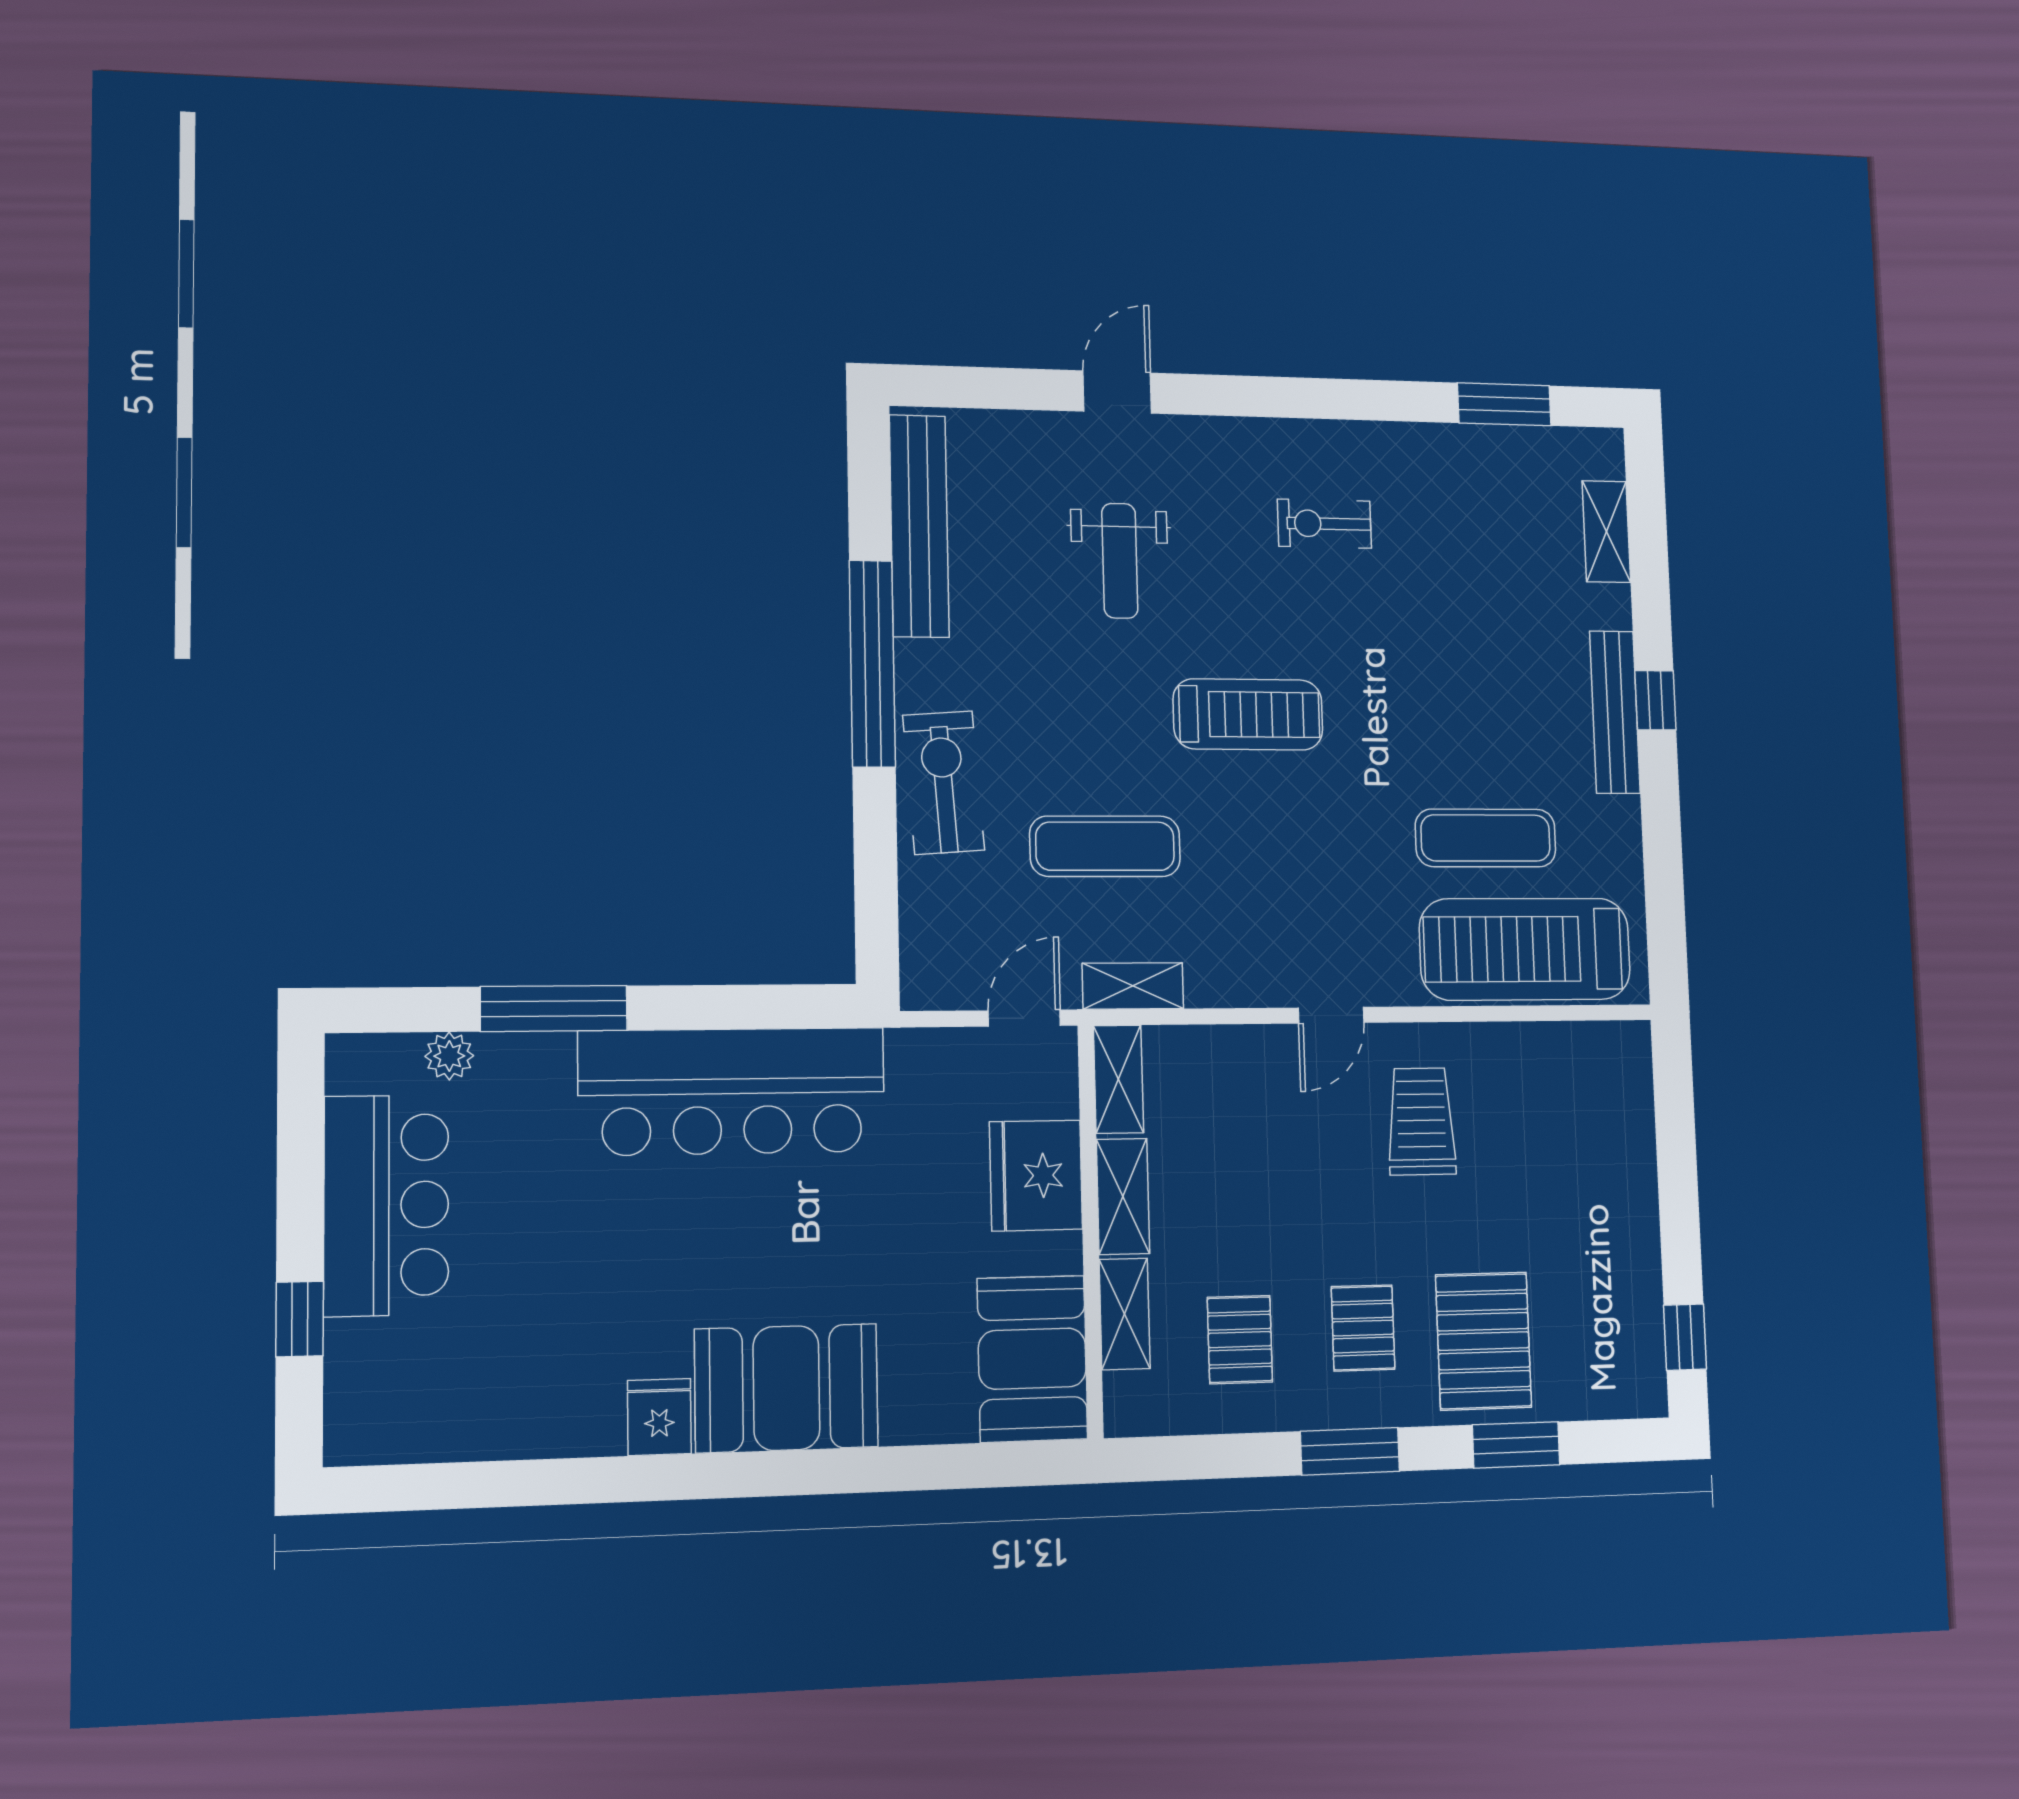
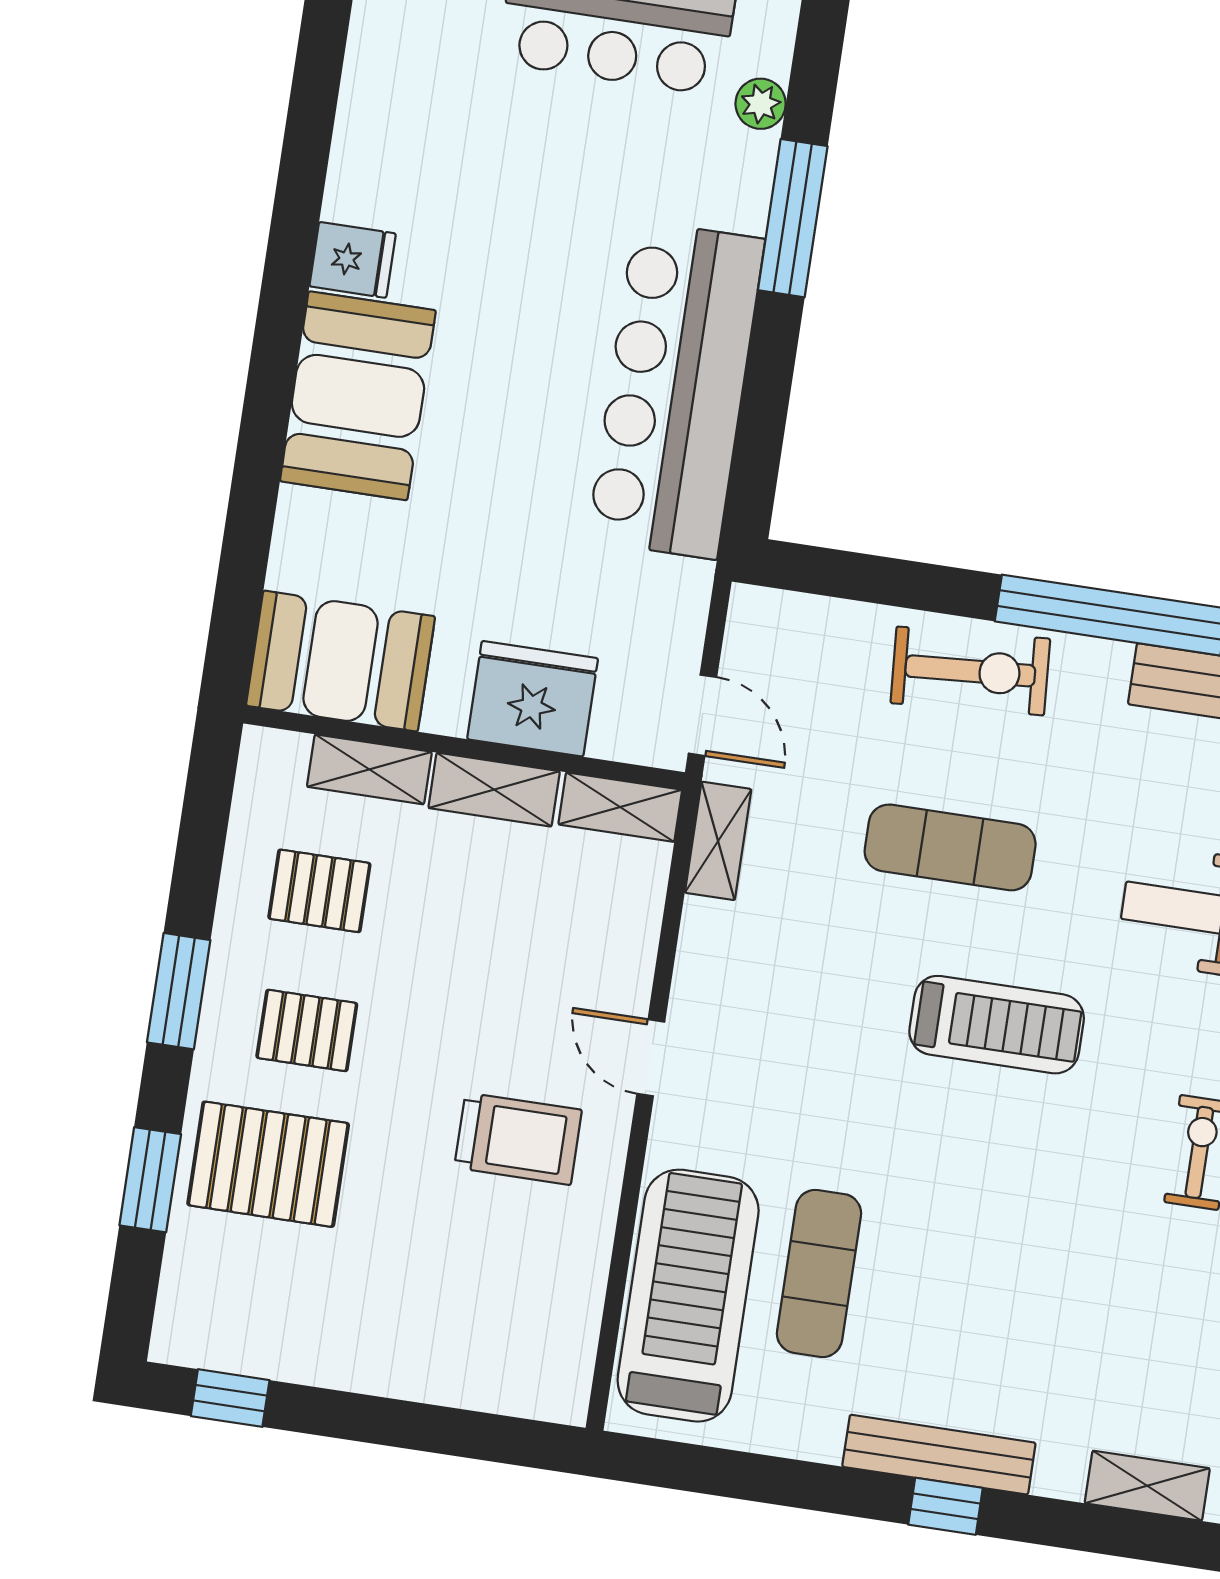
treadmill: (1248, 714) -> (997, 1025), turned -90
exercise mat: (1105, 846) -> (950, 847), moved, turned 90

